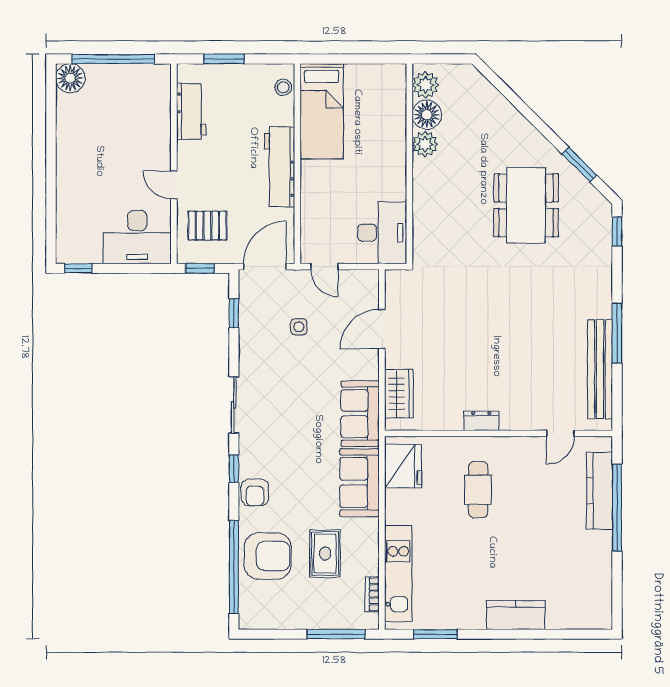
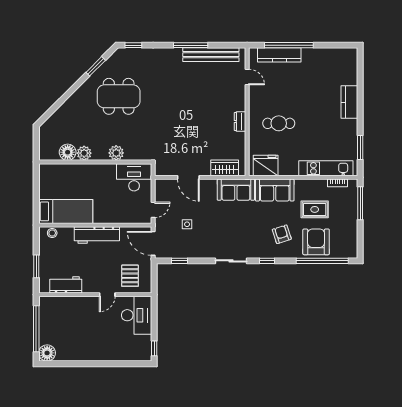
plant: (425, 85) -> (116, 153), moved
window: (200, 268) -> (154, 280), removed
armchair: (255, 492) -> (282, 234), moved, turned -108

